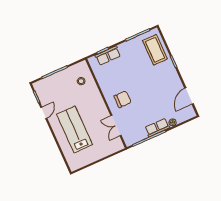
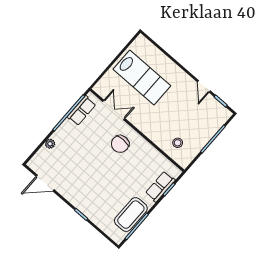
coffee table: (155, 50) -> (131, 215), moved, turned 90
door: (189, 96) -> (45, 183), swing flipped
row of seats: (157, 128) -> (82, 111), moved
lab bench: (75, 130) -> (142, 78), moved

